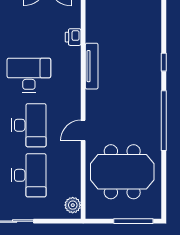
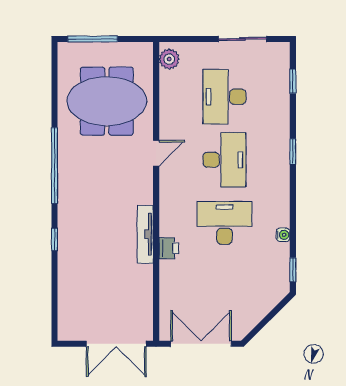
printer: (73, 37) -> (169, 248), moved
desk: (29, 75) -> (224, 223), turned 180
desk: (29, 125) -> (224, 160), turned 180

